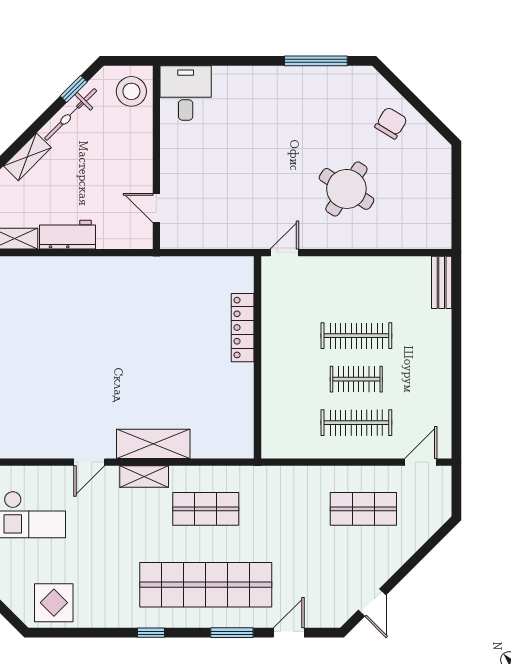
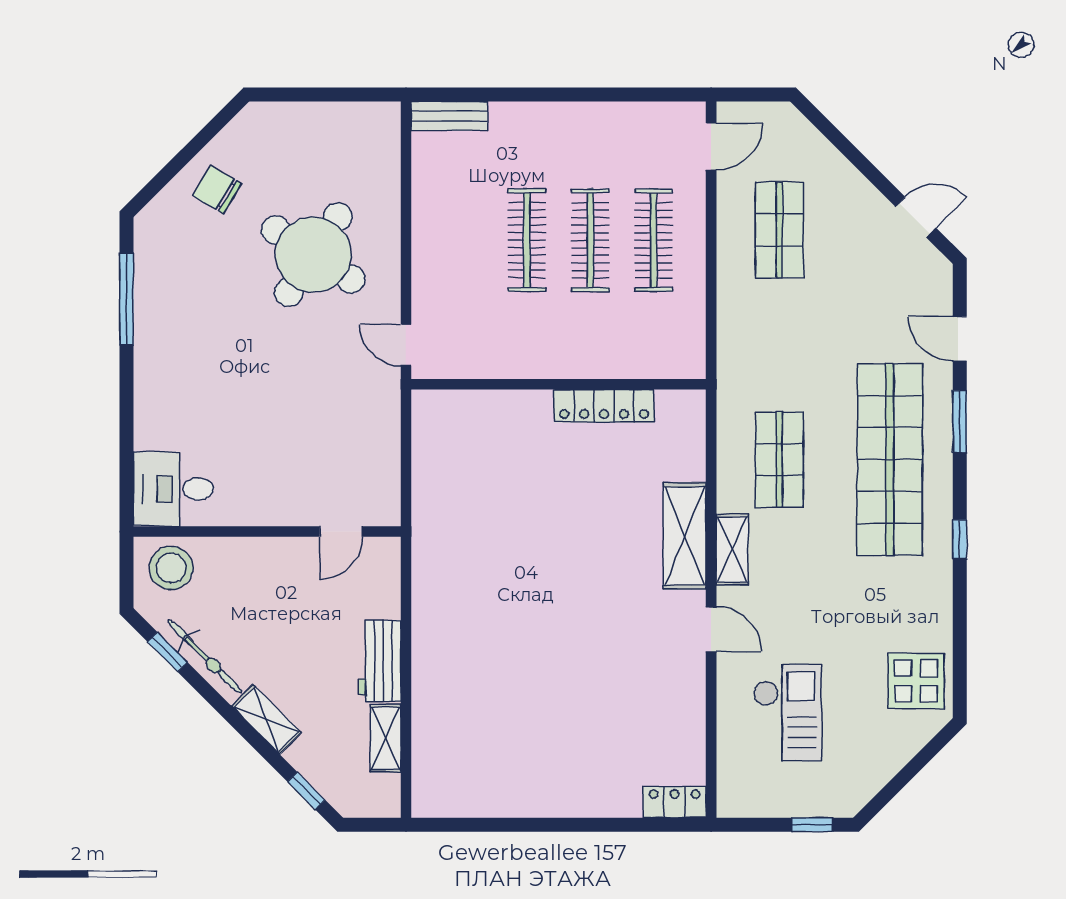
round table: (346, 189) -> (313, 255), width x1.36, depth x1.36
locker: (243, 328) -> (604, 406), moved
clothes rail: (356, 379) -> (590, 240), width x1.36
door: (421, 462) -> (711, 146), swing flipped

